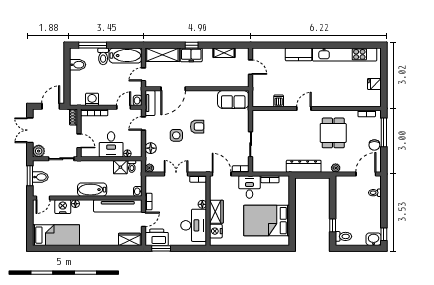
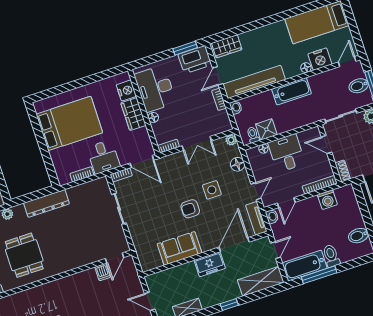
window: (93, 45) -> (319, 275), moved
freezer: (191, 55) -> (210, 264), moved, turned 180
sofa: (233, 100) -> (179, 248), moved
door: (304, 108) -> (114, 258), moved

